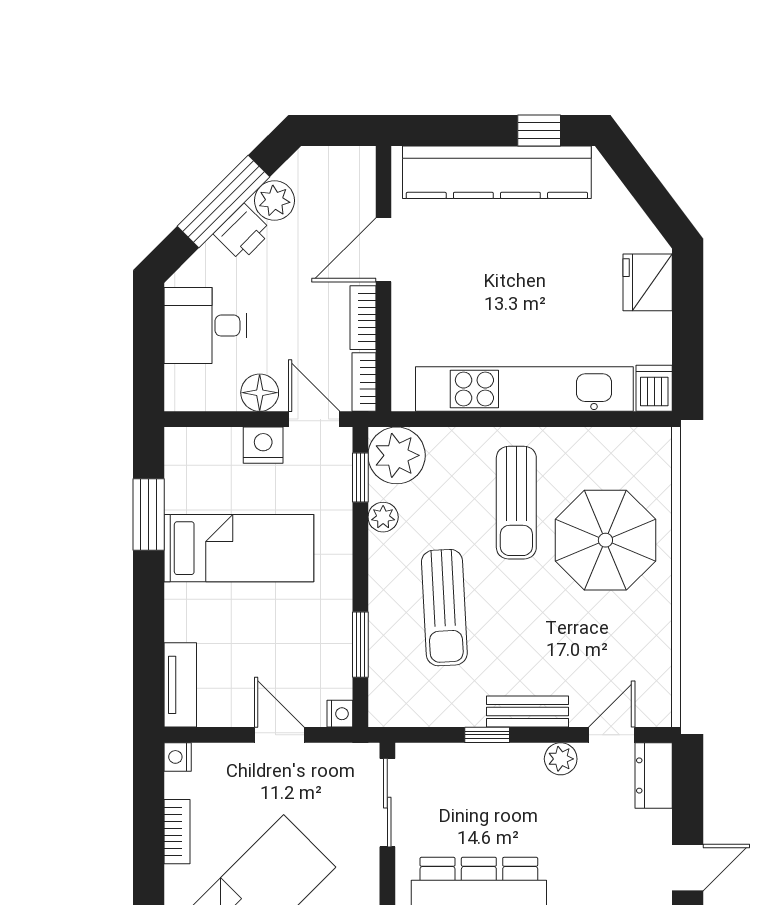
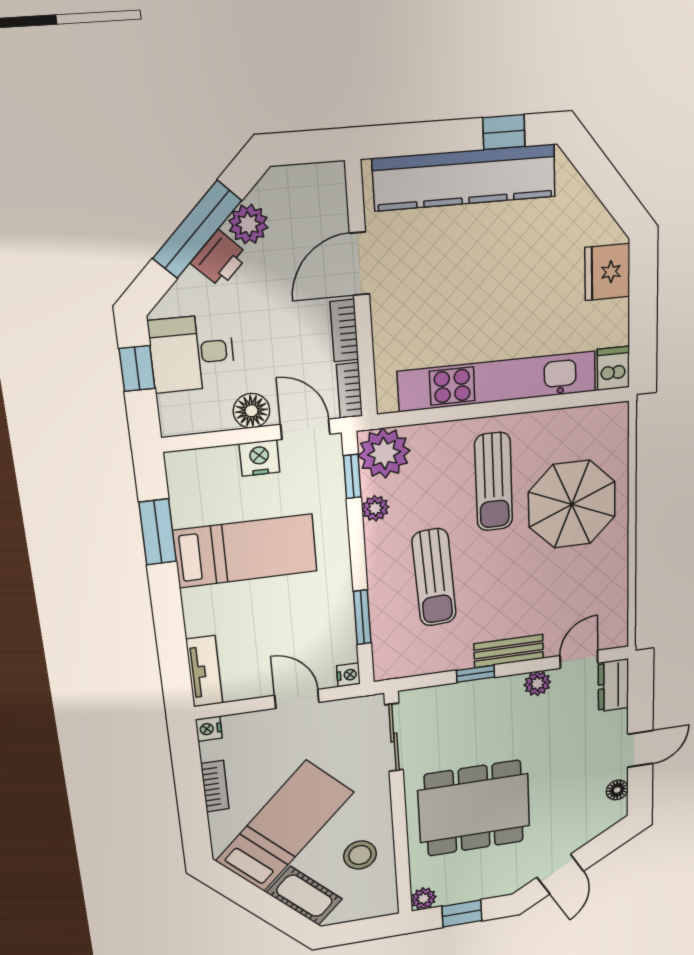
window: (149, 336) -> (137, 368), added

